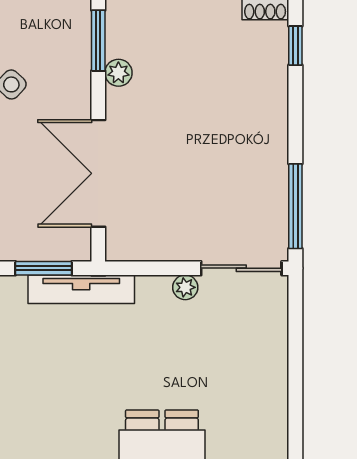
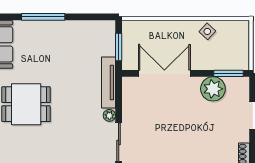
plant: (118, 73) -> (213, 89), width x1.88, depth x1.88
tv unit: (81, 289) -> (108, 82), moved

